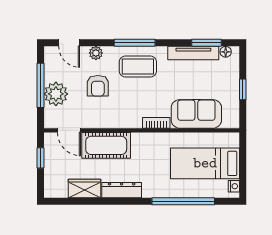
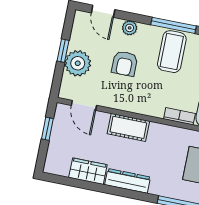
coffee table: (138, 67) -> (172, 52), turned 90
window: (41, 85) -> (63, 51), width x0.46
cot: (106, 145) -> (128, 127), width x0.73, depth x0.75

